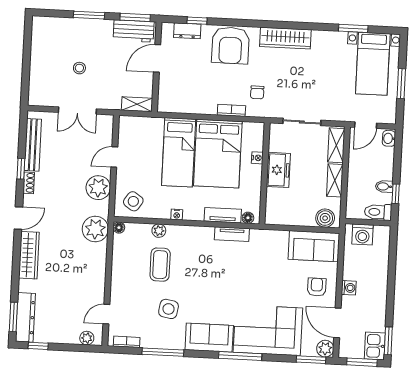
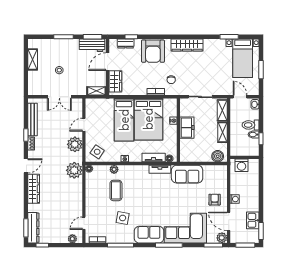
shelving: (38, 49) -> (33, 59), added
wardrobe: (168, 90) -> (115, 81), added
door: (366, 125) -> (240, 97), swing flipped
toilet: (378, 212) -> (251, 125), moved
sofa: (314, 246) -> (187, 174), moved
kitchen sink: (375, 346) -> (253, 220), moved

